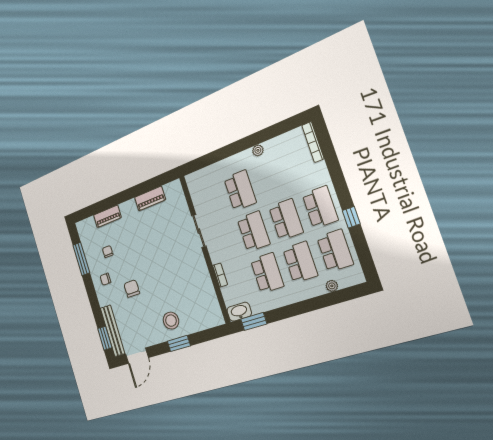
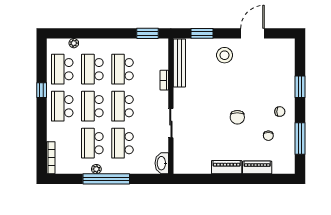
window: (244, 144) -> (106, 179), added
school desk: (272, 178) -> (92, 143), added
piano: (150, 199) -> (227, 167), moved
chair: (132, 289) -> (237, 117), moved
washbasin: (239, 312) -> (162, 163), moved, turned 90
bench: (113, 331) -> (179, 63), moved
window: (105, 338) -> (300, 87), moved
window: (179, 343) -> (202, 33), moved
door: (137, 356) -> (252, 33), moved

